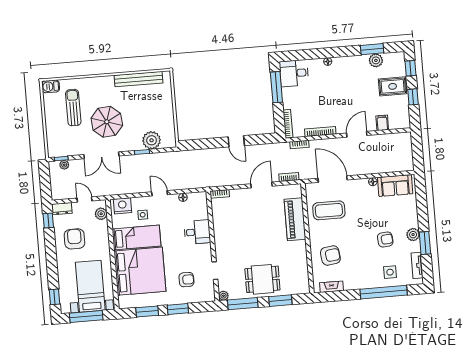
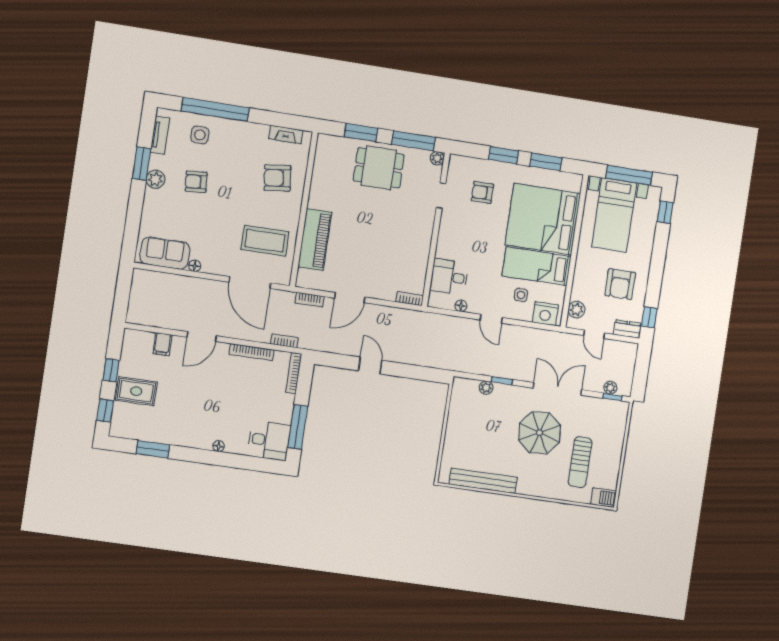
plant: (376, 60) -> (151, 432), removed
plant: (152, 140) -> (486, 388), width x0.53, depth x0.53
desk: (197, 232) -> (449, 277), moved

